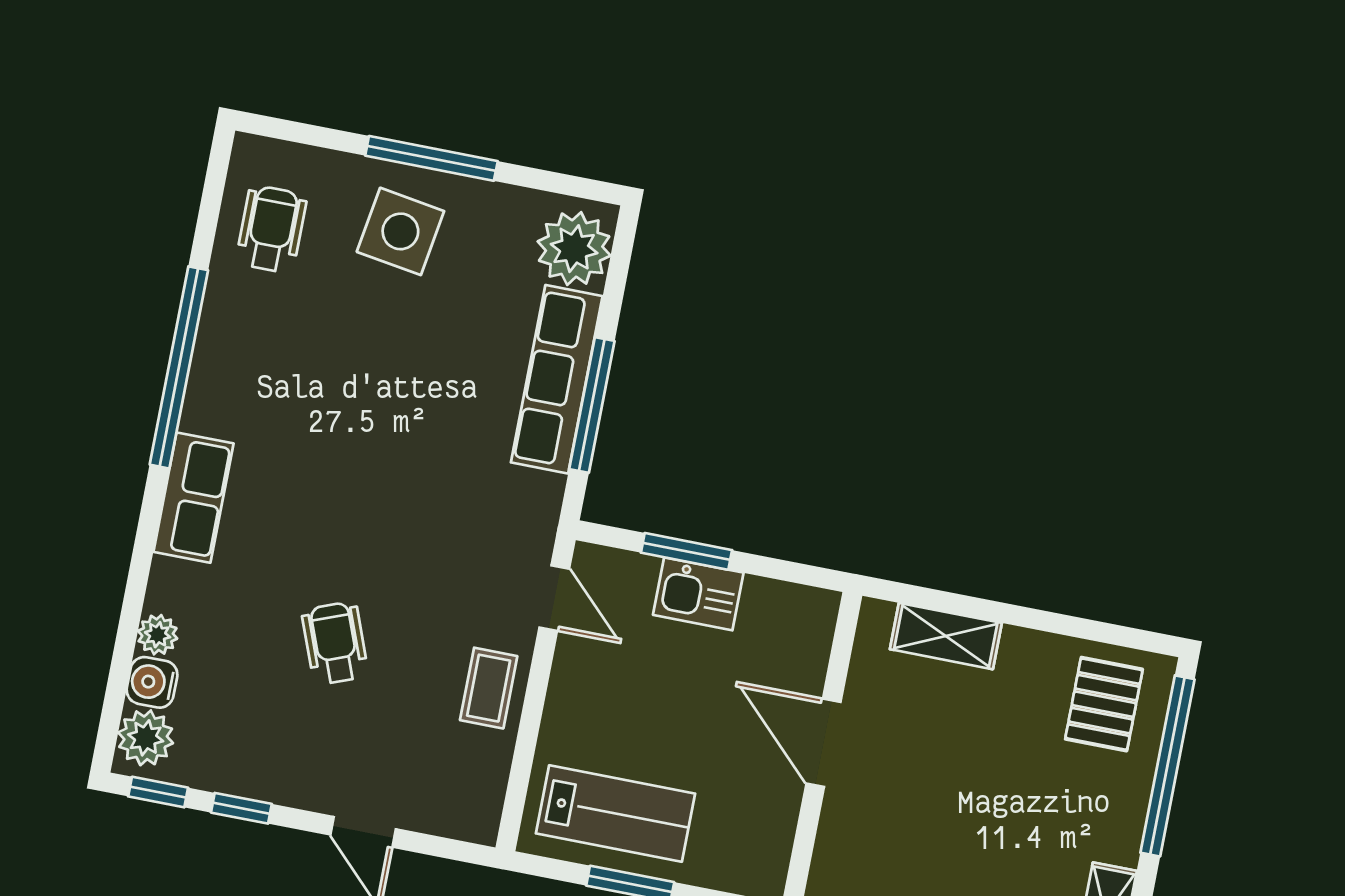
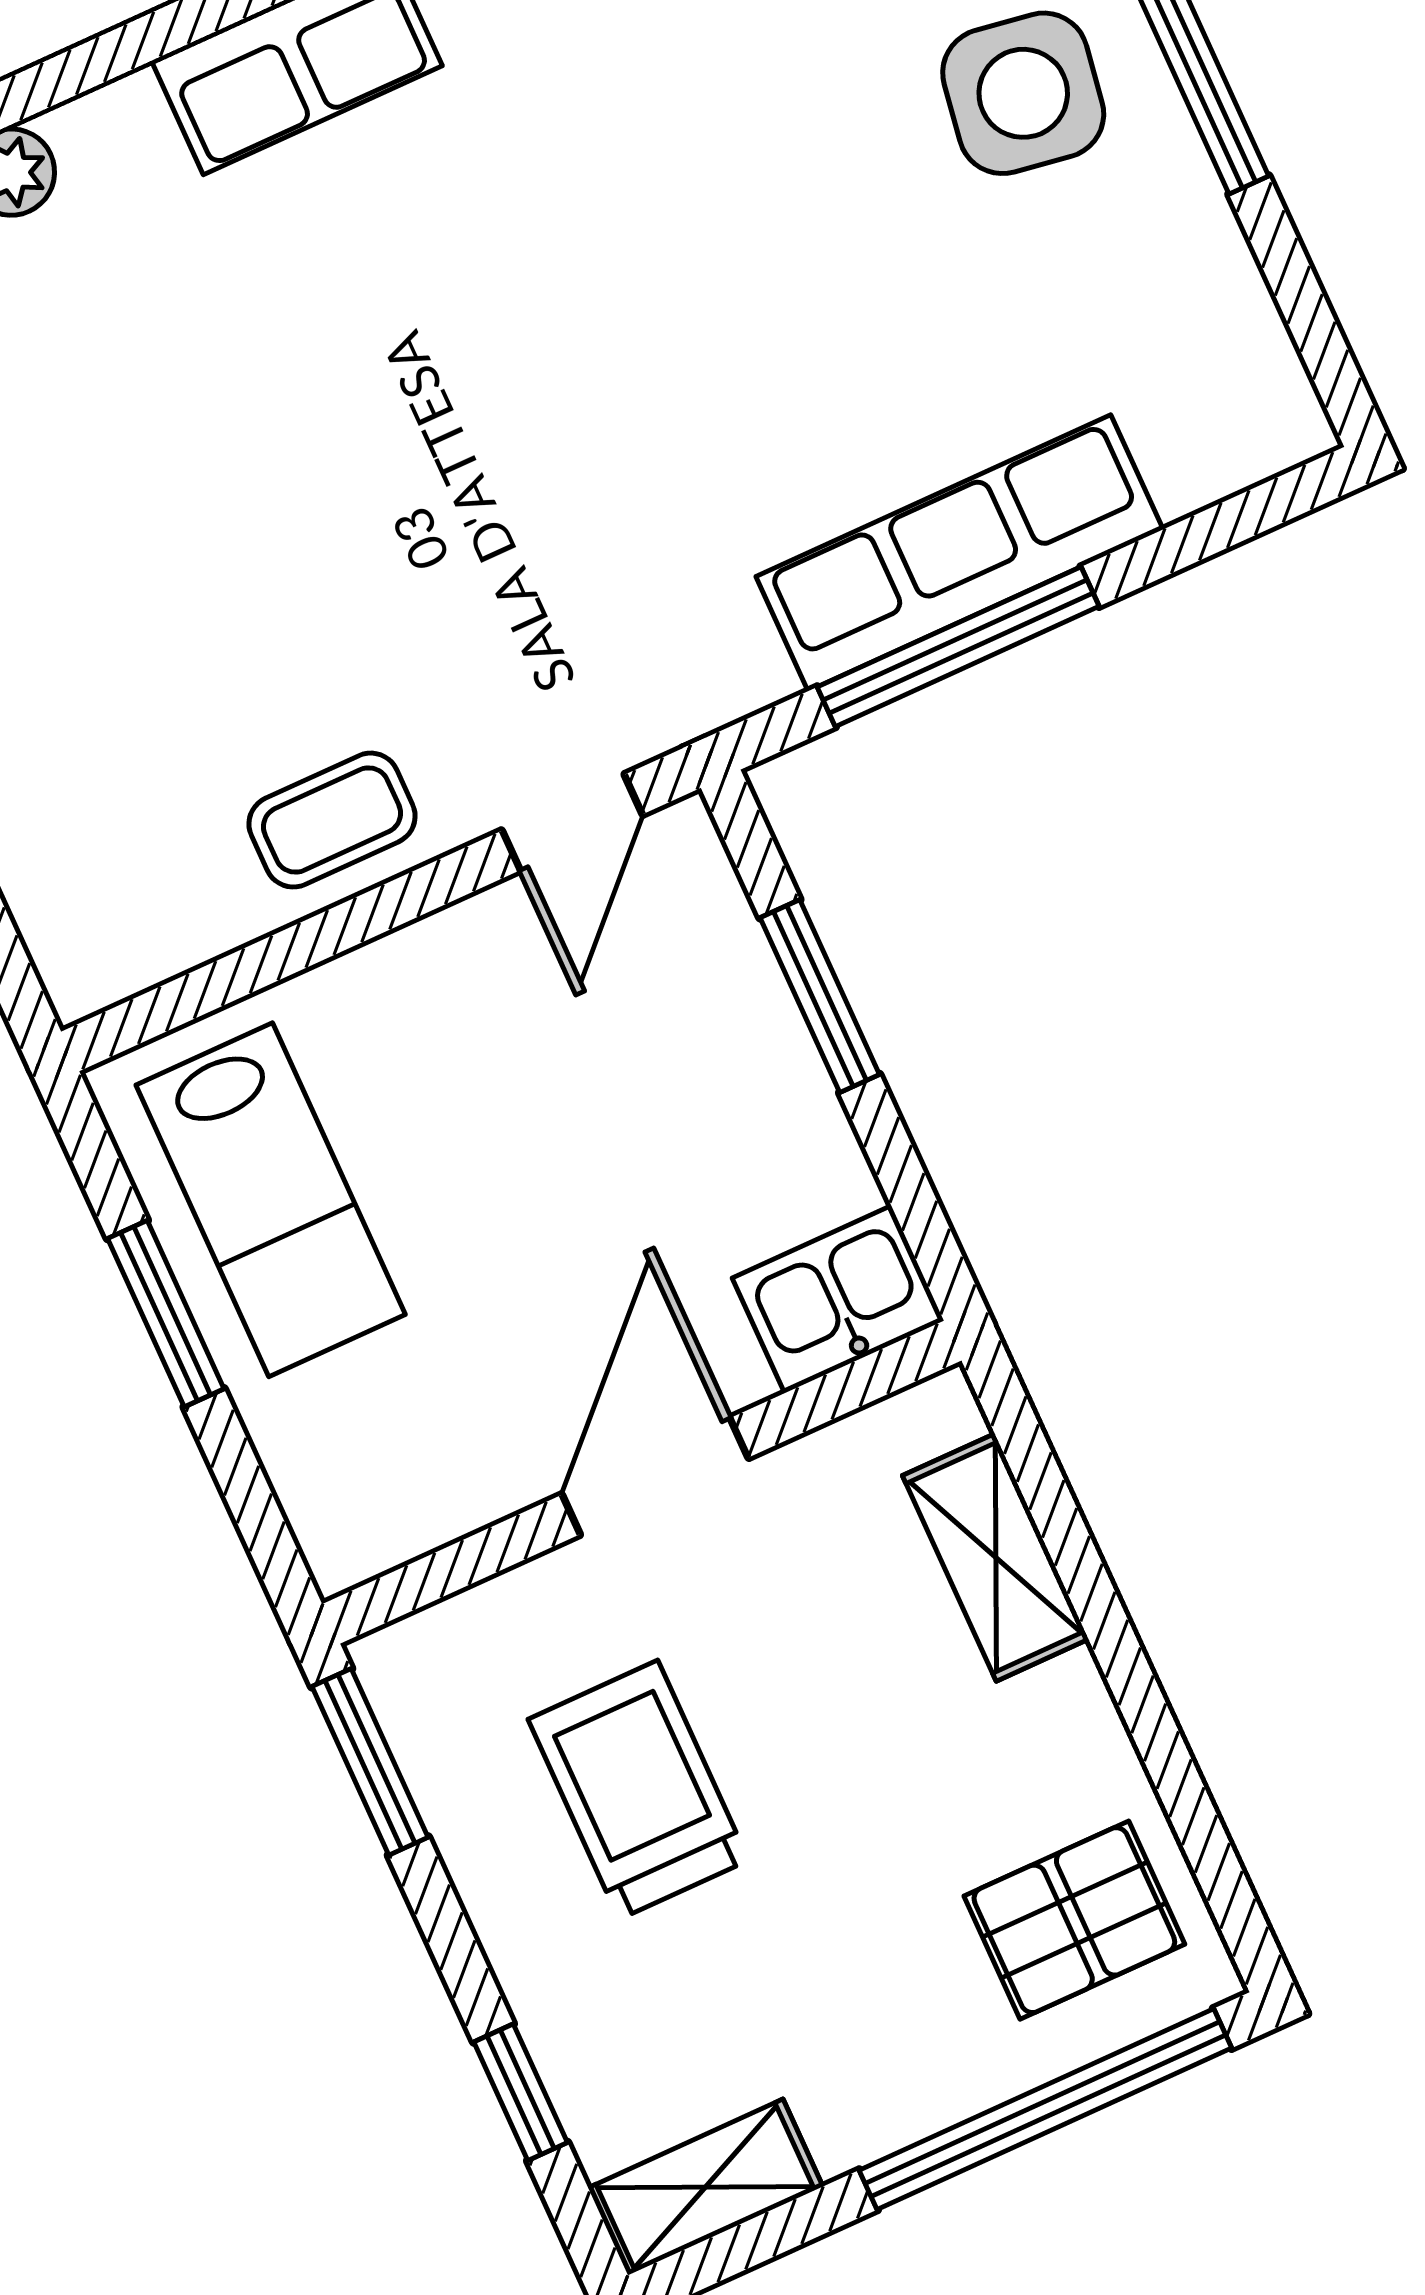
plant: (574, 249) -> (1211, 420), removed
kitchen sink: (698, 594) -> (838, 1299), moved, turned 90
wheelchair: (335, 643) -> (219, 494), removed
trolley: (937, 834) -> (638, 1790), added

